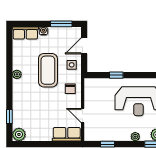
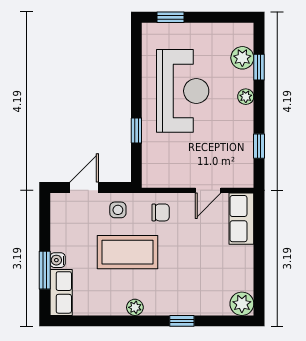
window: (61, 24) -> (45, 270), moved
door: (84, 46) -> (84, 188), swing flipped
window: (9, 116) -> (182, 321), moved

